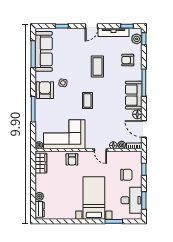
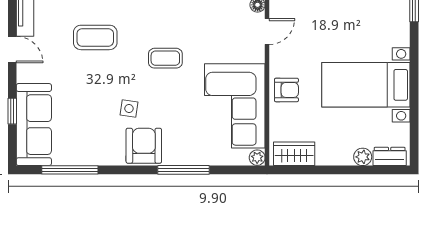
sofa: (44, 51) -> (34, 125), moved, turned 90
armchair: (45, 90) -> (144, 146), turned 90
bed with nightstands: (94, 198) -> (366, 85), moved

